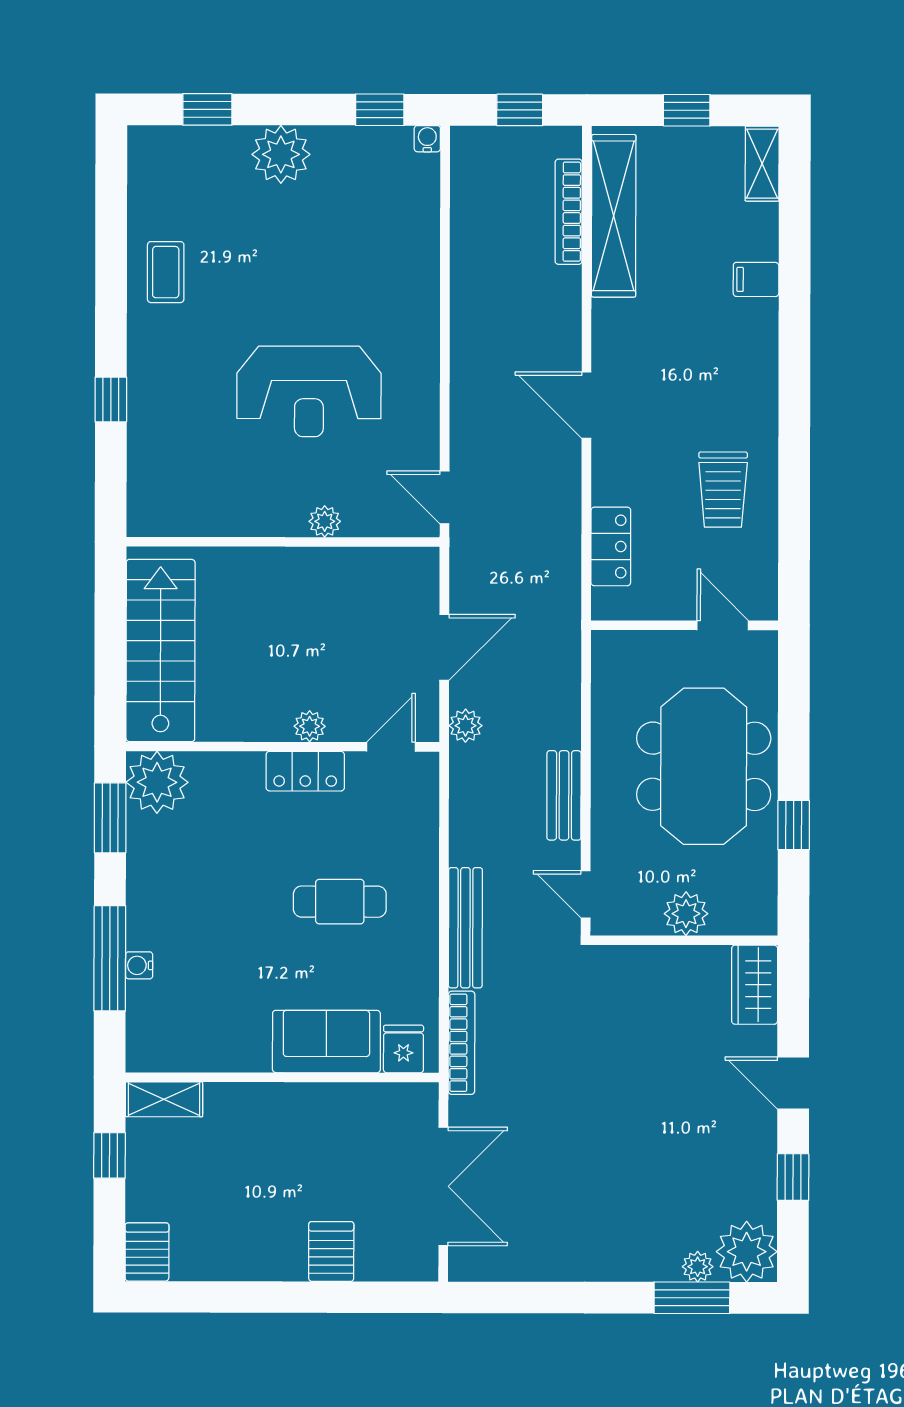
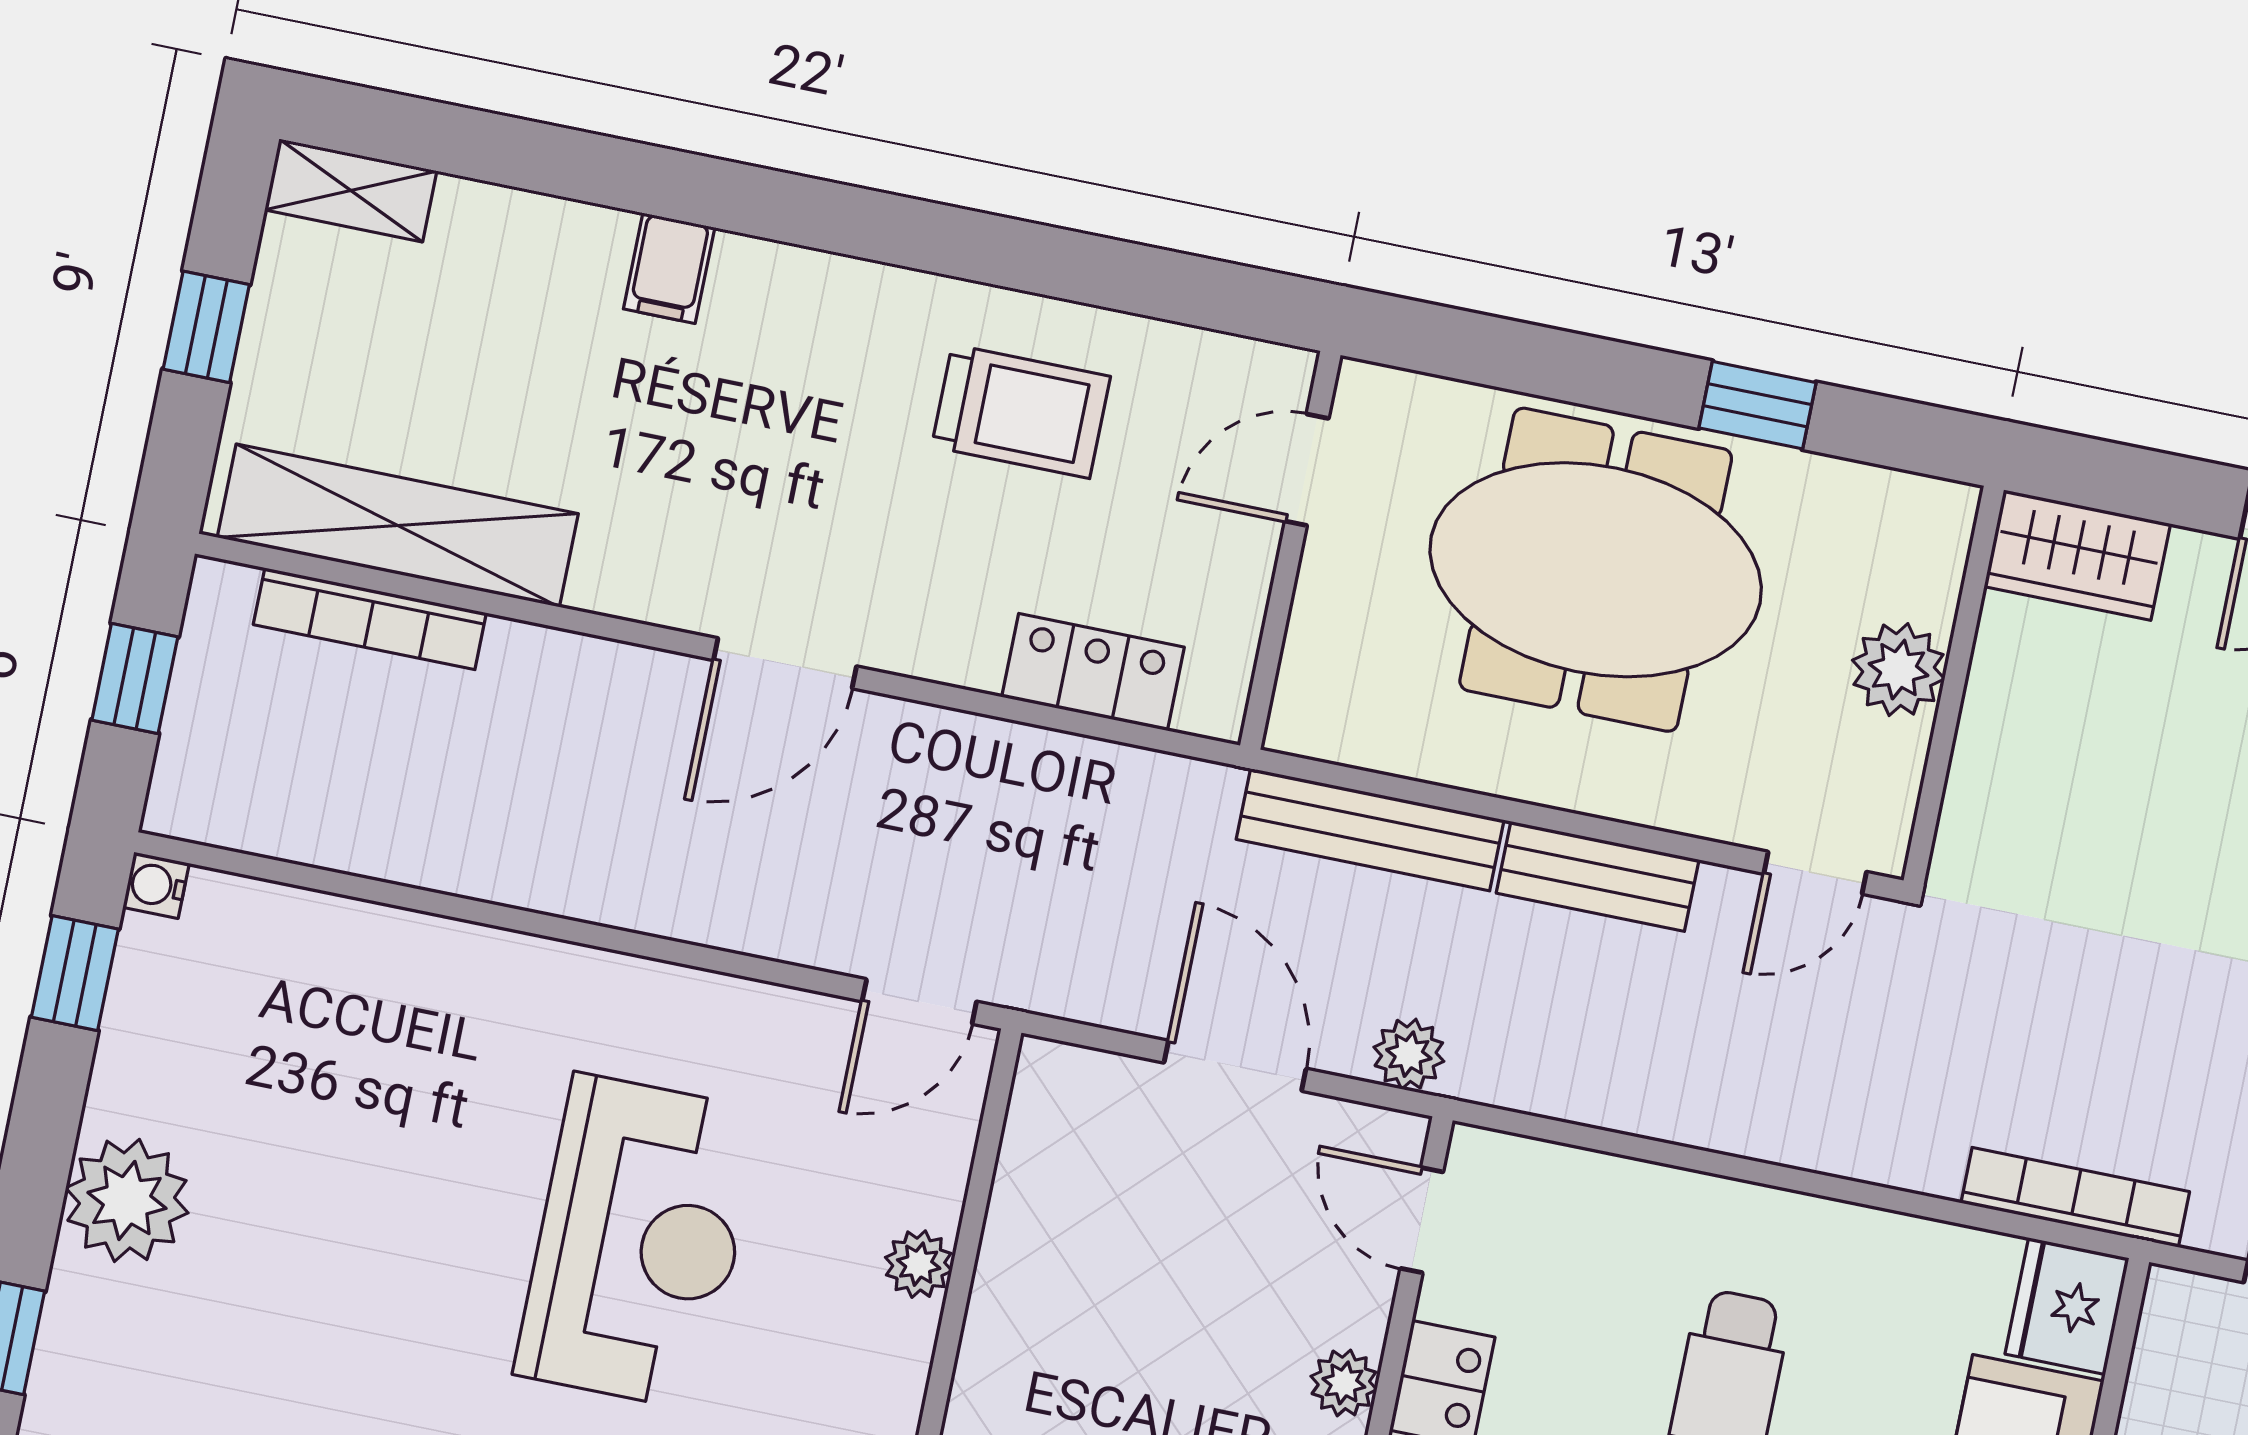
filing cabinet: (756, 279) -> (669, 268), moved
bench: (465, 928) -> (1370, 830), moved
fridge: (403, 1049) -> (2067, 1306), width x1.38

